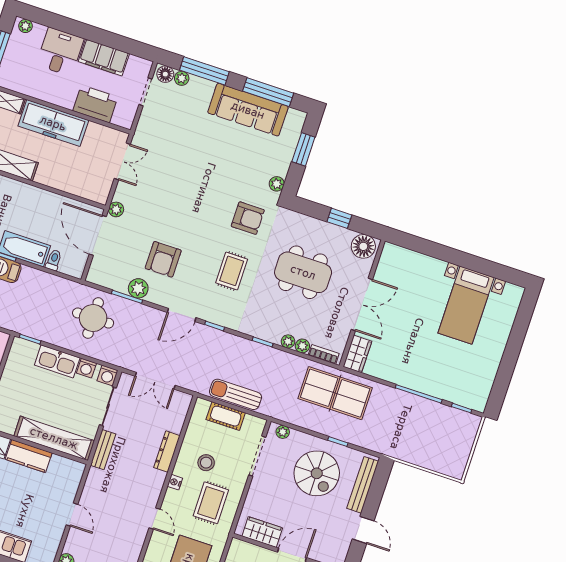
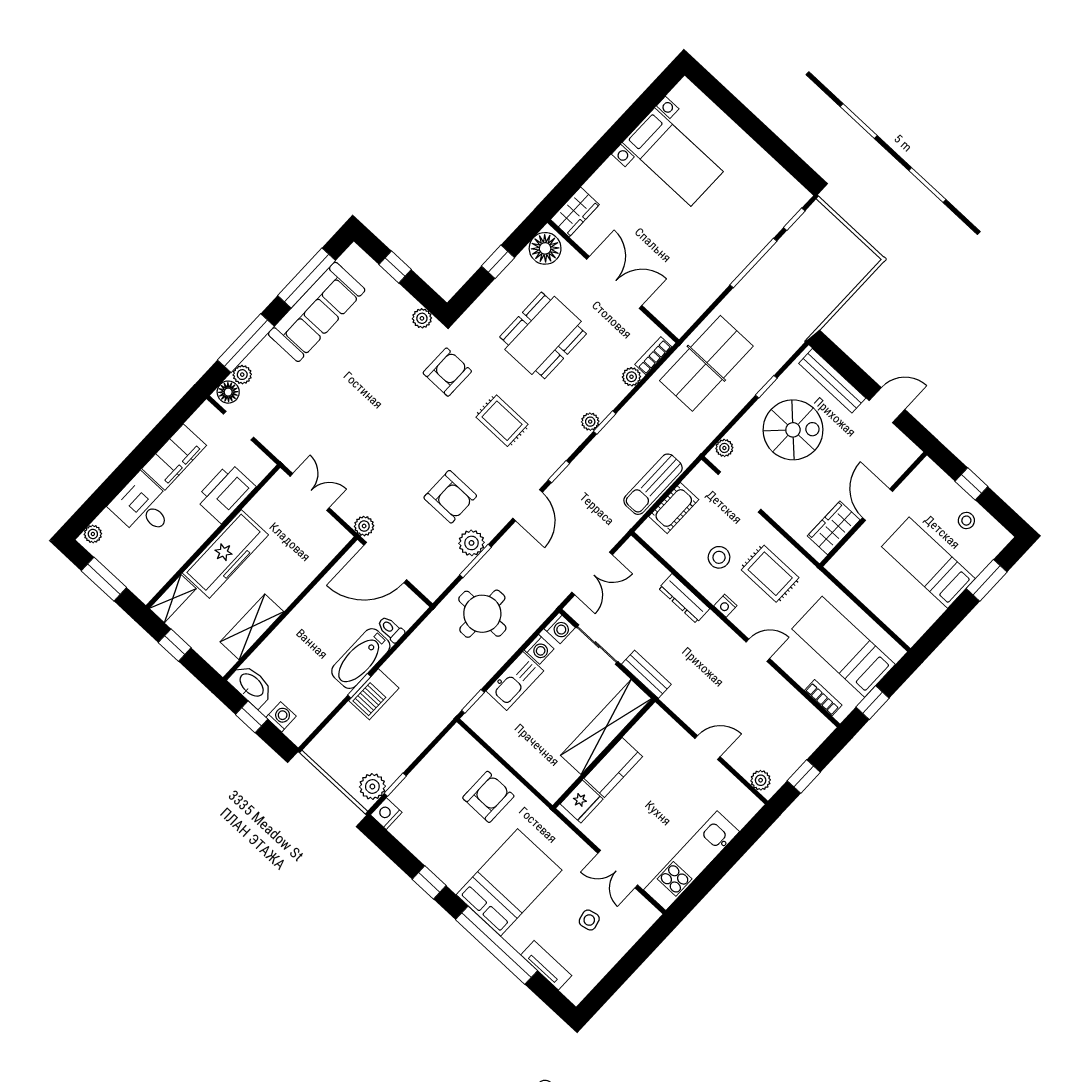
window: (303, 149) -> (395, 267), width x0.67
plant: (288, 341) -> (590, 422), moved
wardrobe: (357, 354) -> (575, 212), moved, turned 90

